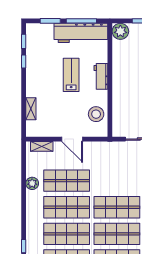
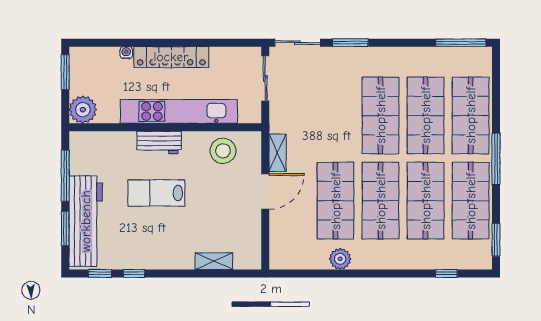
workbench: (81, 33) -> (86, 221), moved
kitchen unit: (119, 88) -> (179, 111), added
shelving: (42, 146) -> (277, 153), moved

